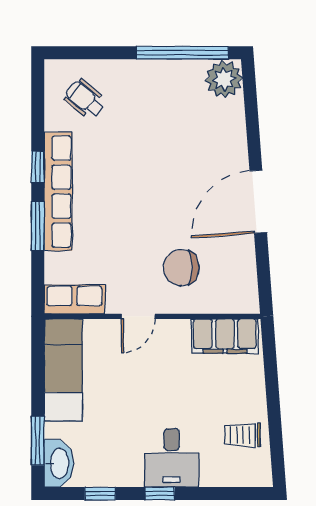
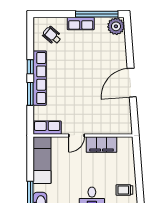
row of seats: (147, 73) -> (81, 23), added
chair: (181, 268) -> (96, 113), removed
filing cabinet: (225, 336) -> (102, 145), moved

